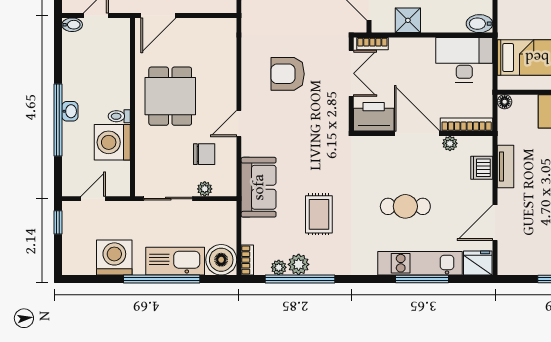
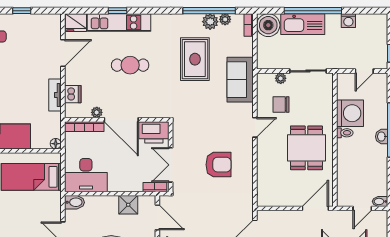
rug: (319, 214) -> (195, 59), width x1.36, depth x1.43
washing machine: (114, 257) -> (348, 21), width x0.53, depth x0.53
window: (422, 279) -> (118, 11), width x0.46

